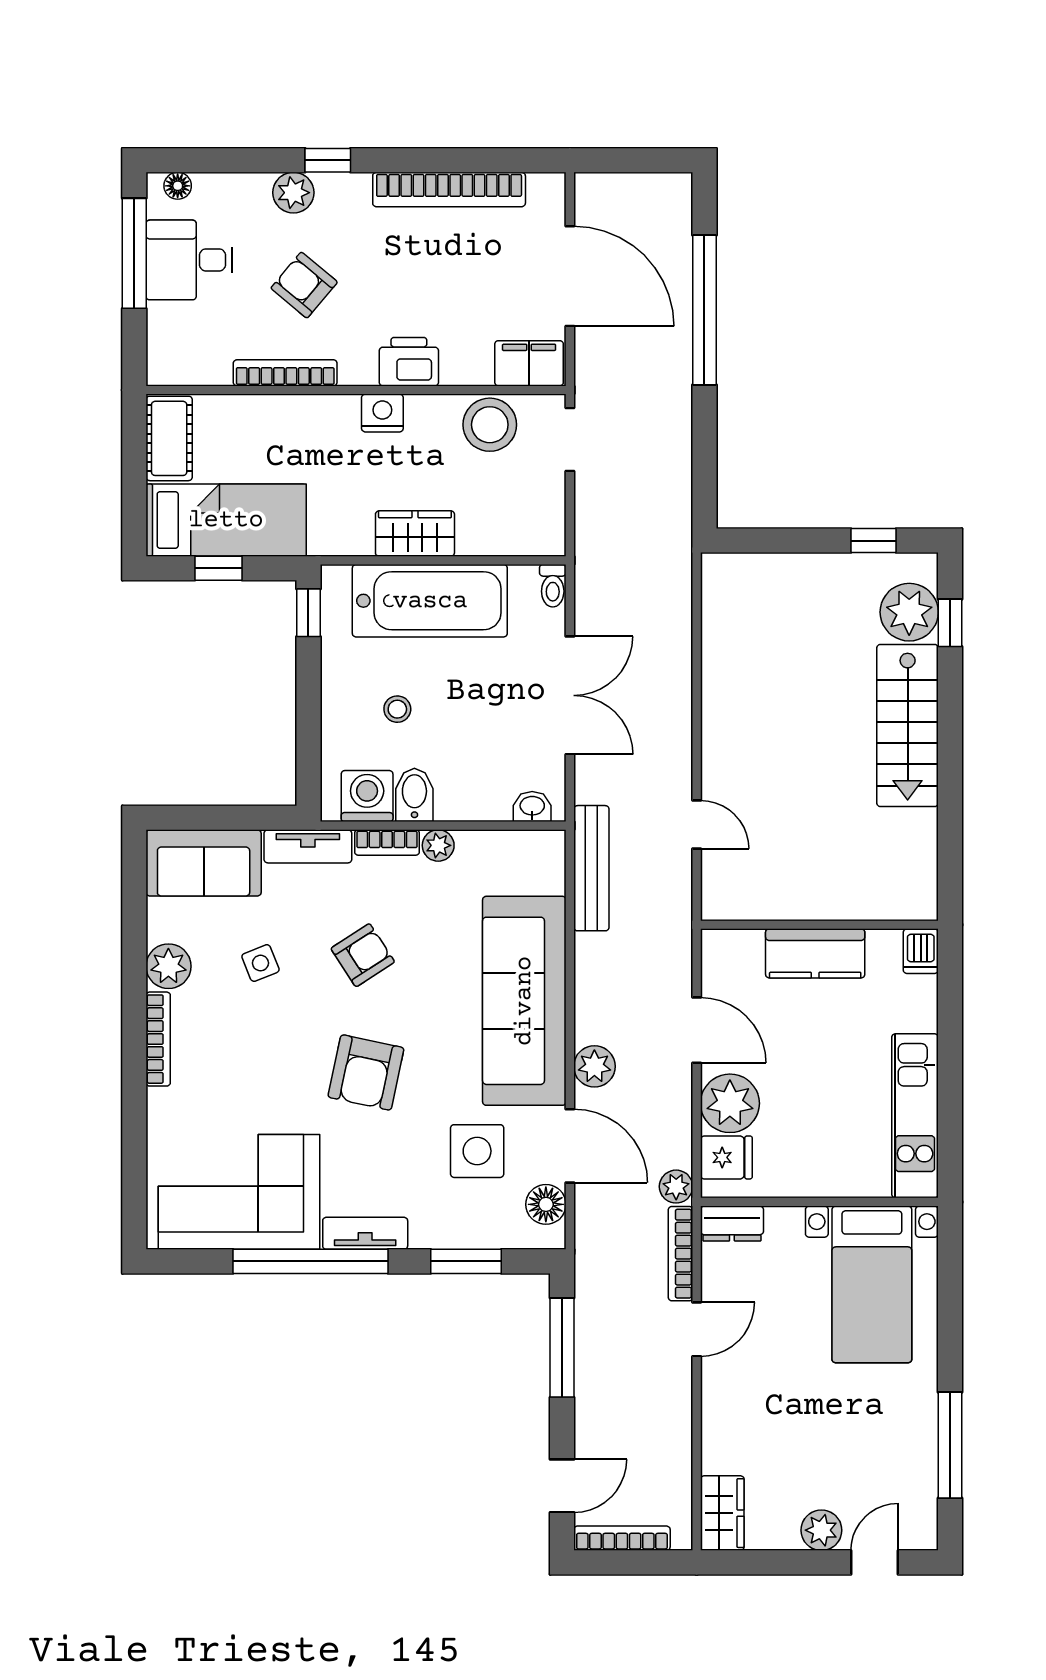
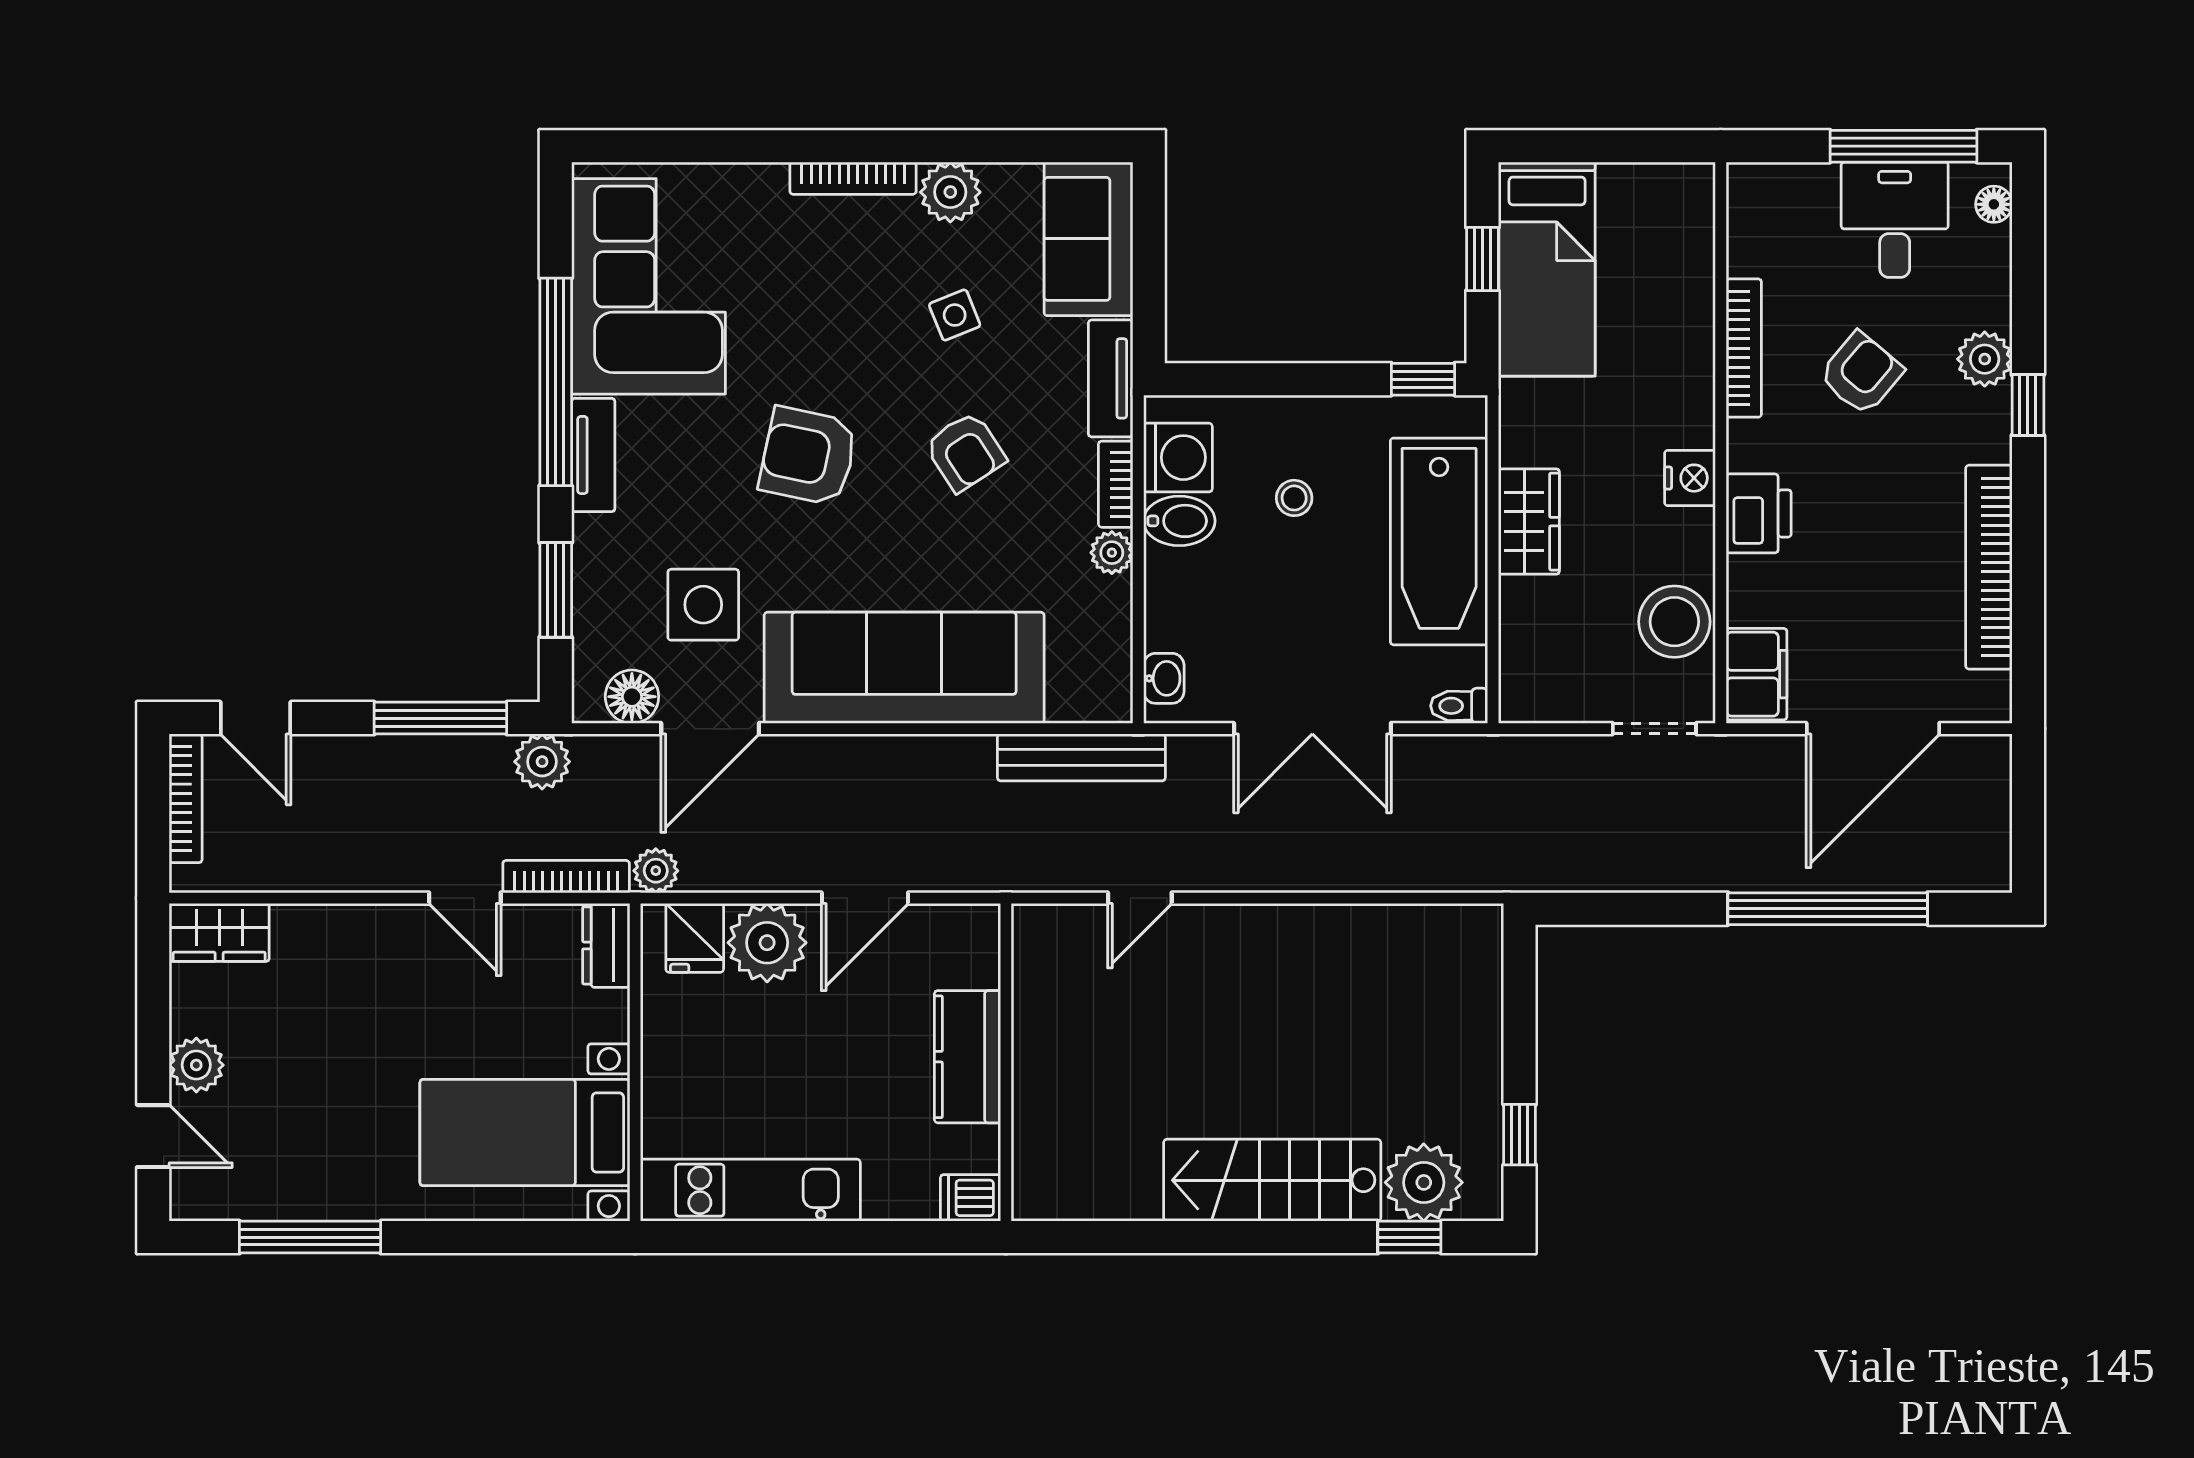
cot: (169, 438) -> (1656, 193), removed
plant: (594, 1066) -> (542, 762), moved

